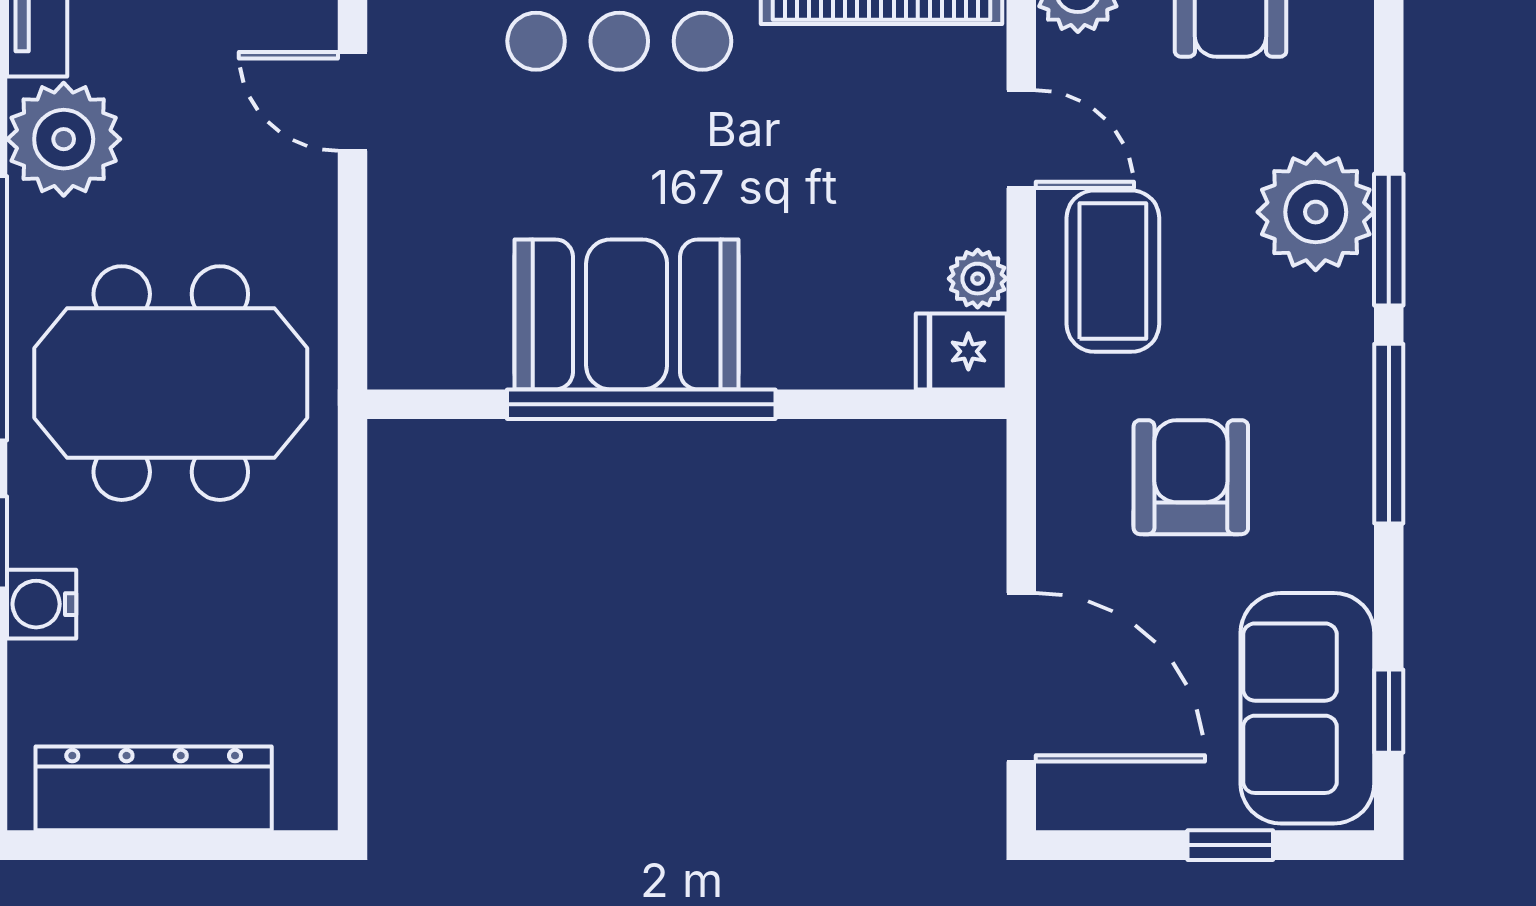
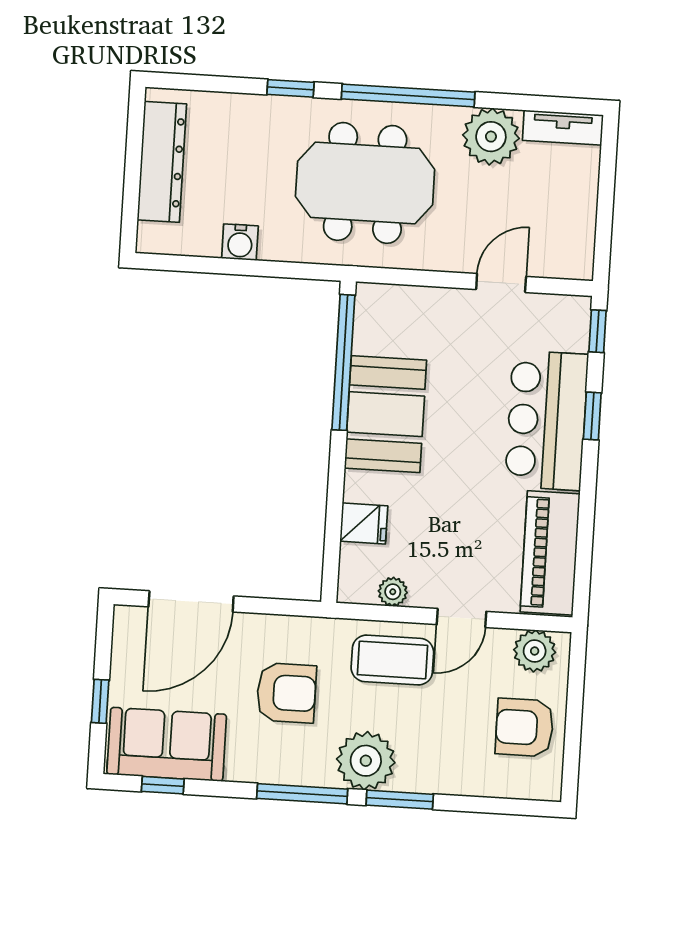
plant: (1316, 212) -> (366, 761), moved
fridge: (961, 351) -> (364, 524), moved, turned 90
meeting table: (171, 383) -> (365, 183), turned 90
window: (641, 404) -> (343, 362), moved
water cooler: (42, 604) -> (240, 242), moved, turned 180

